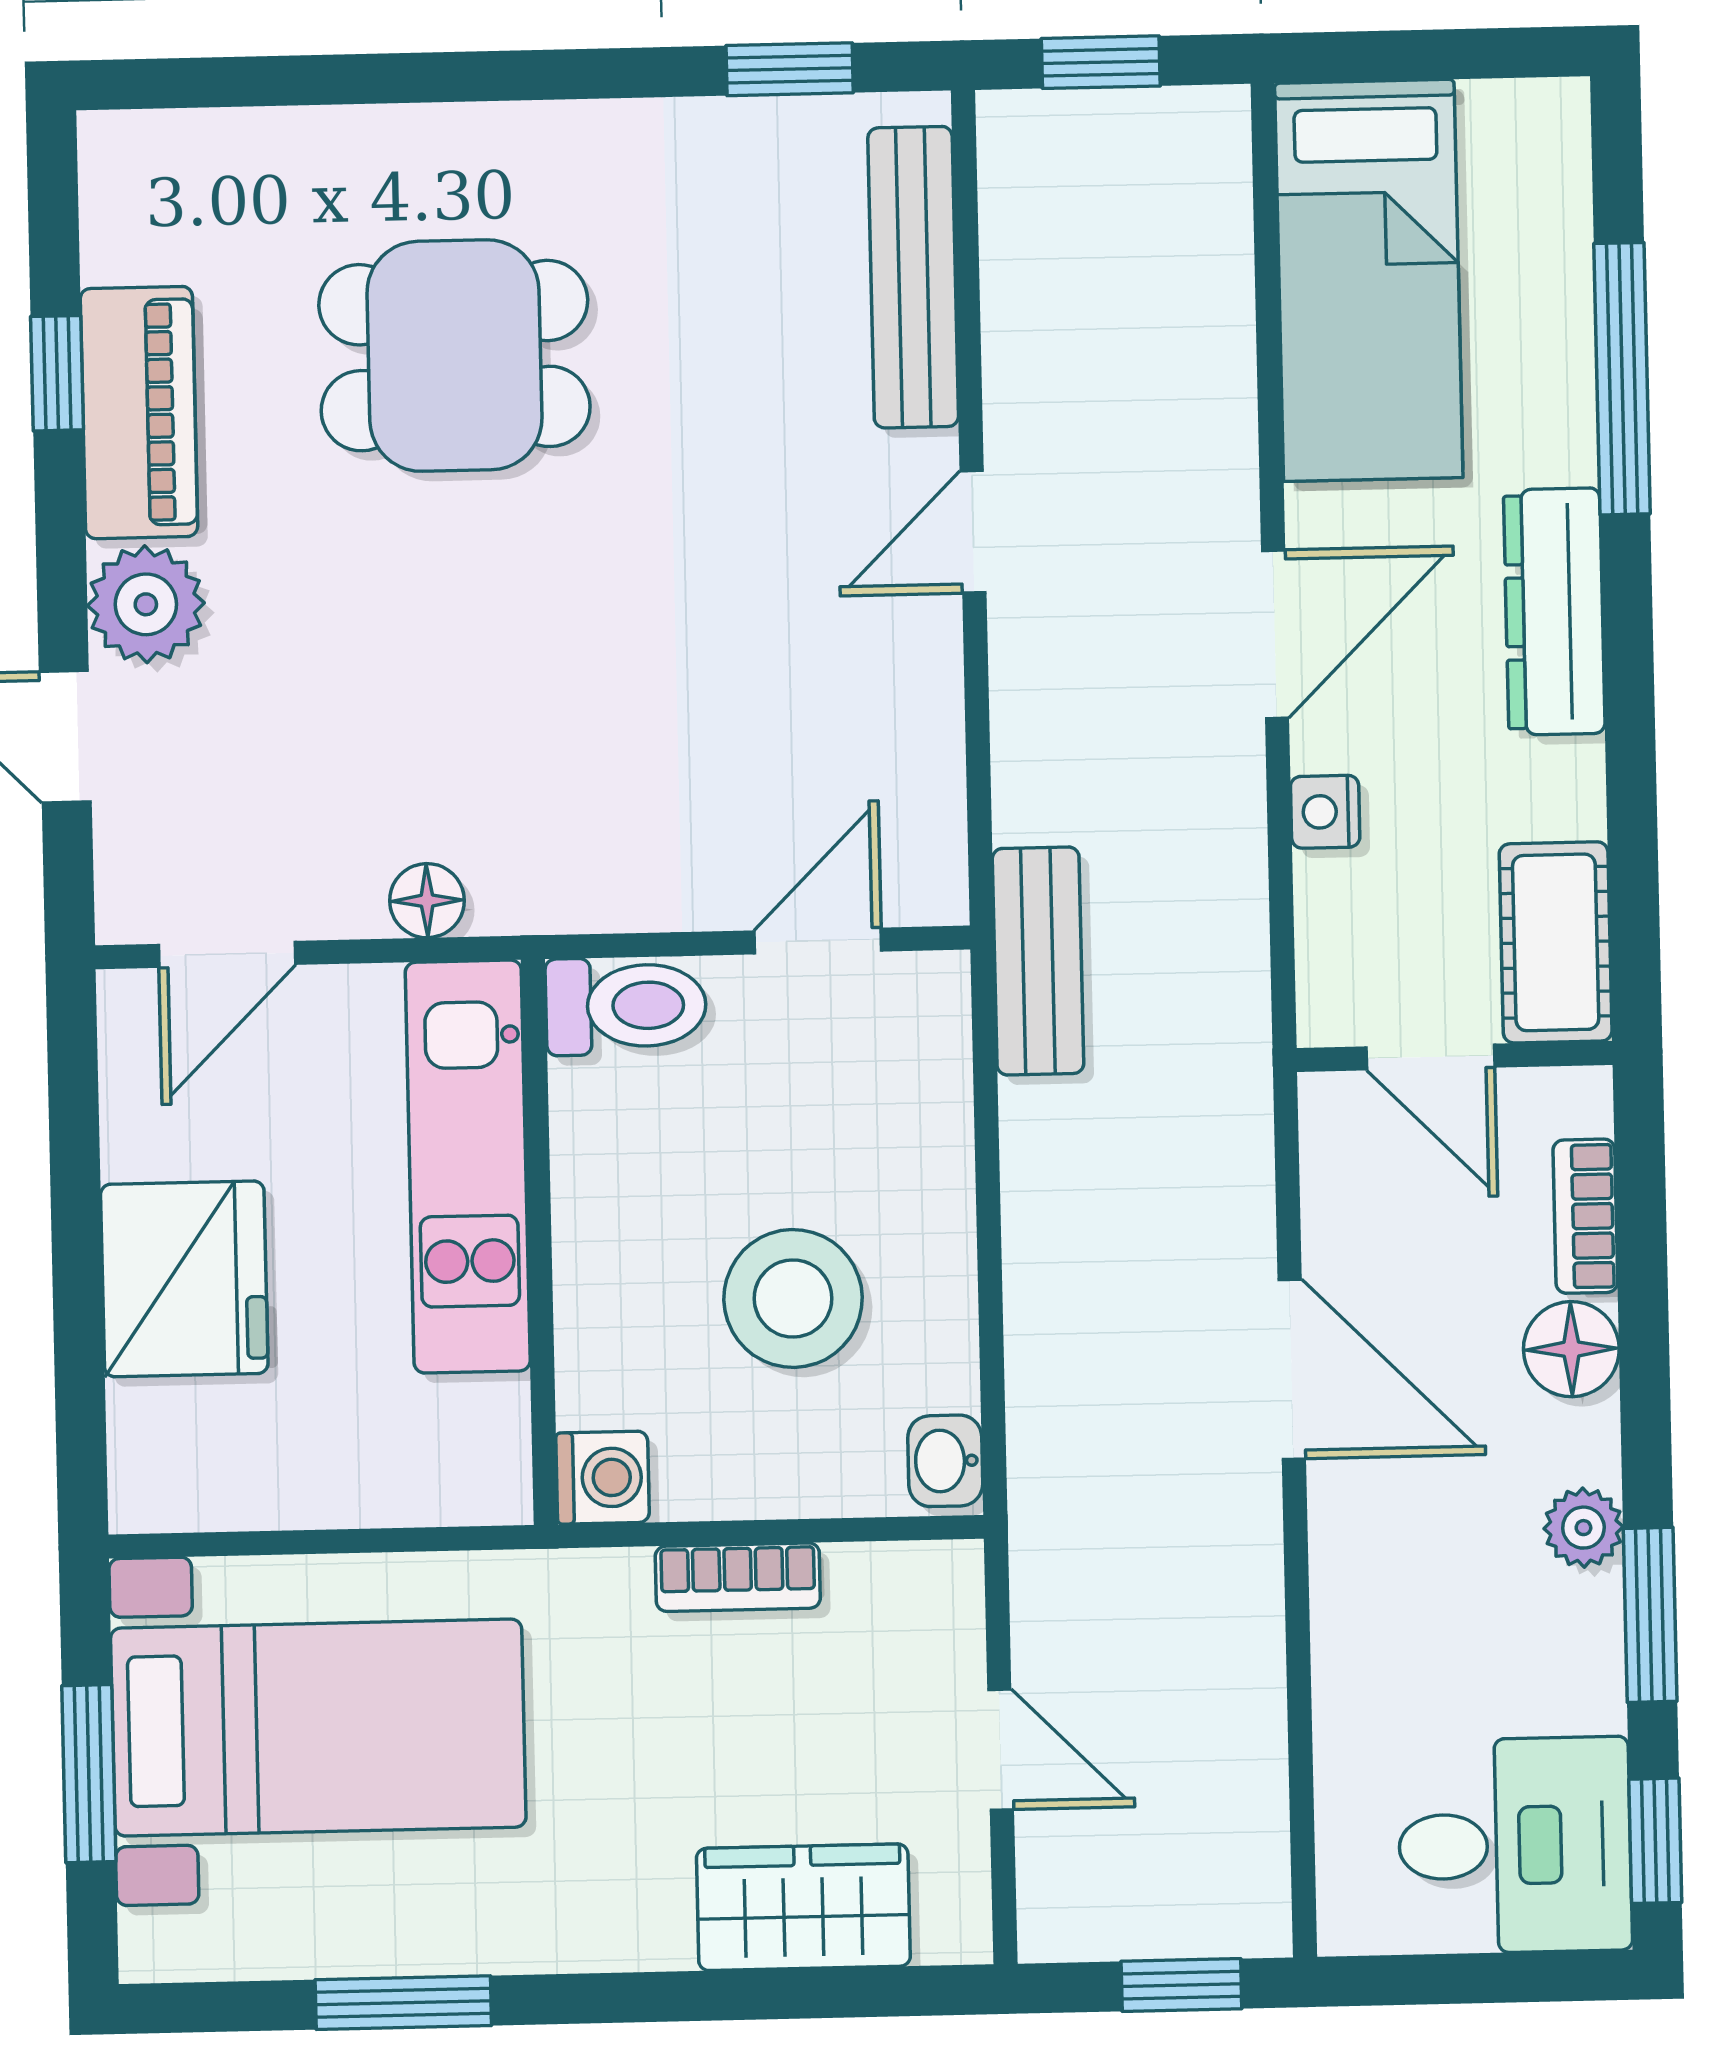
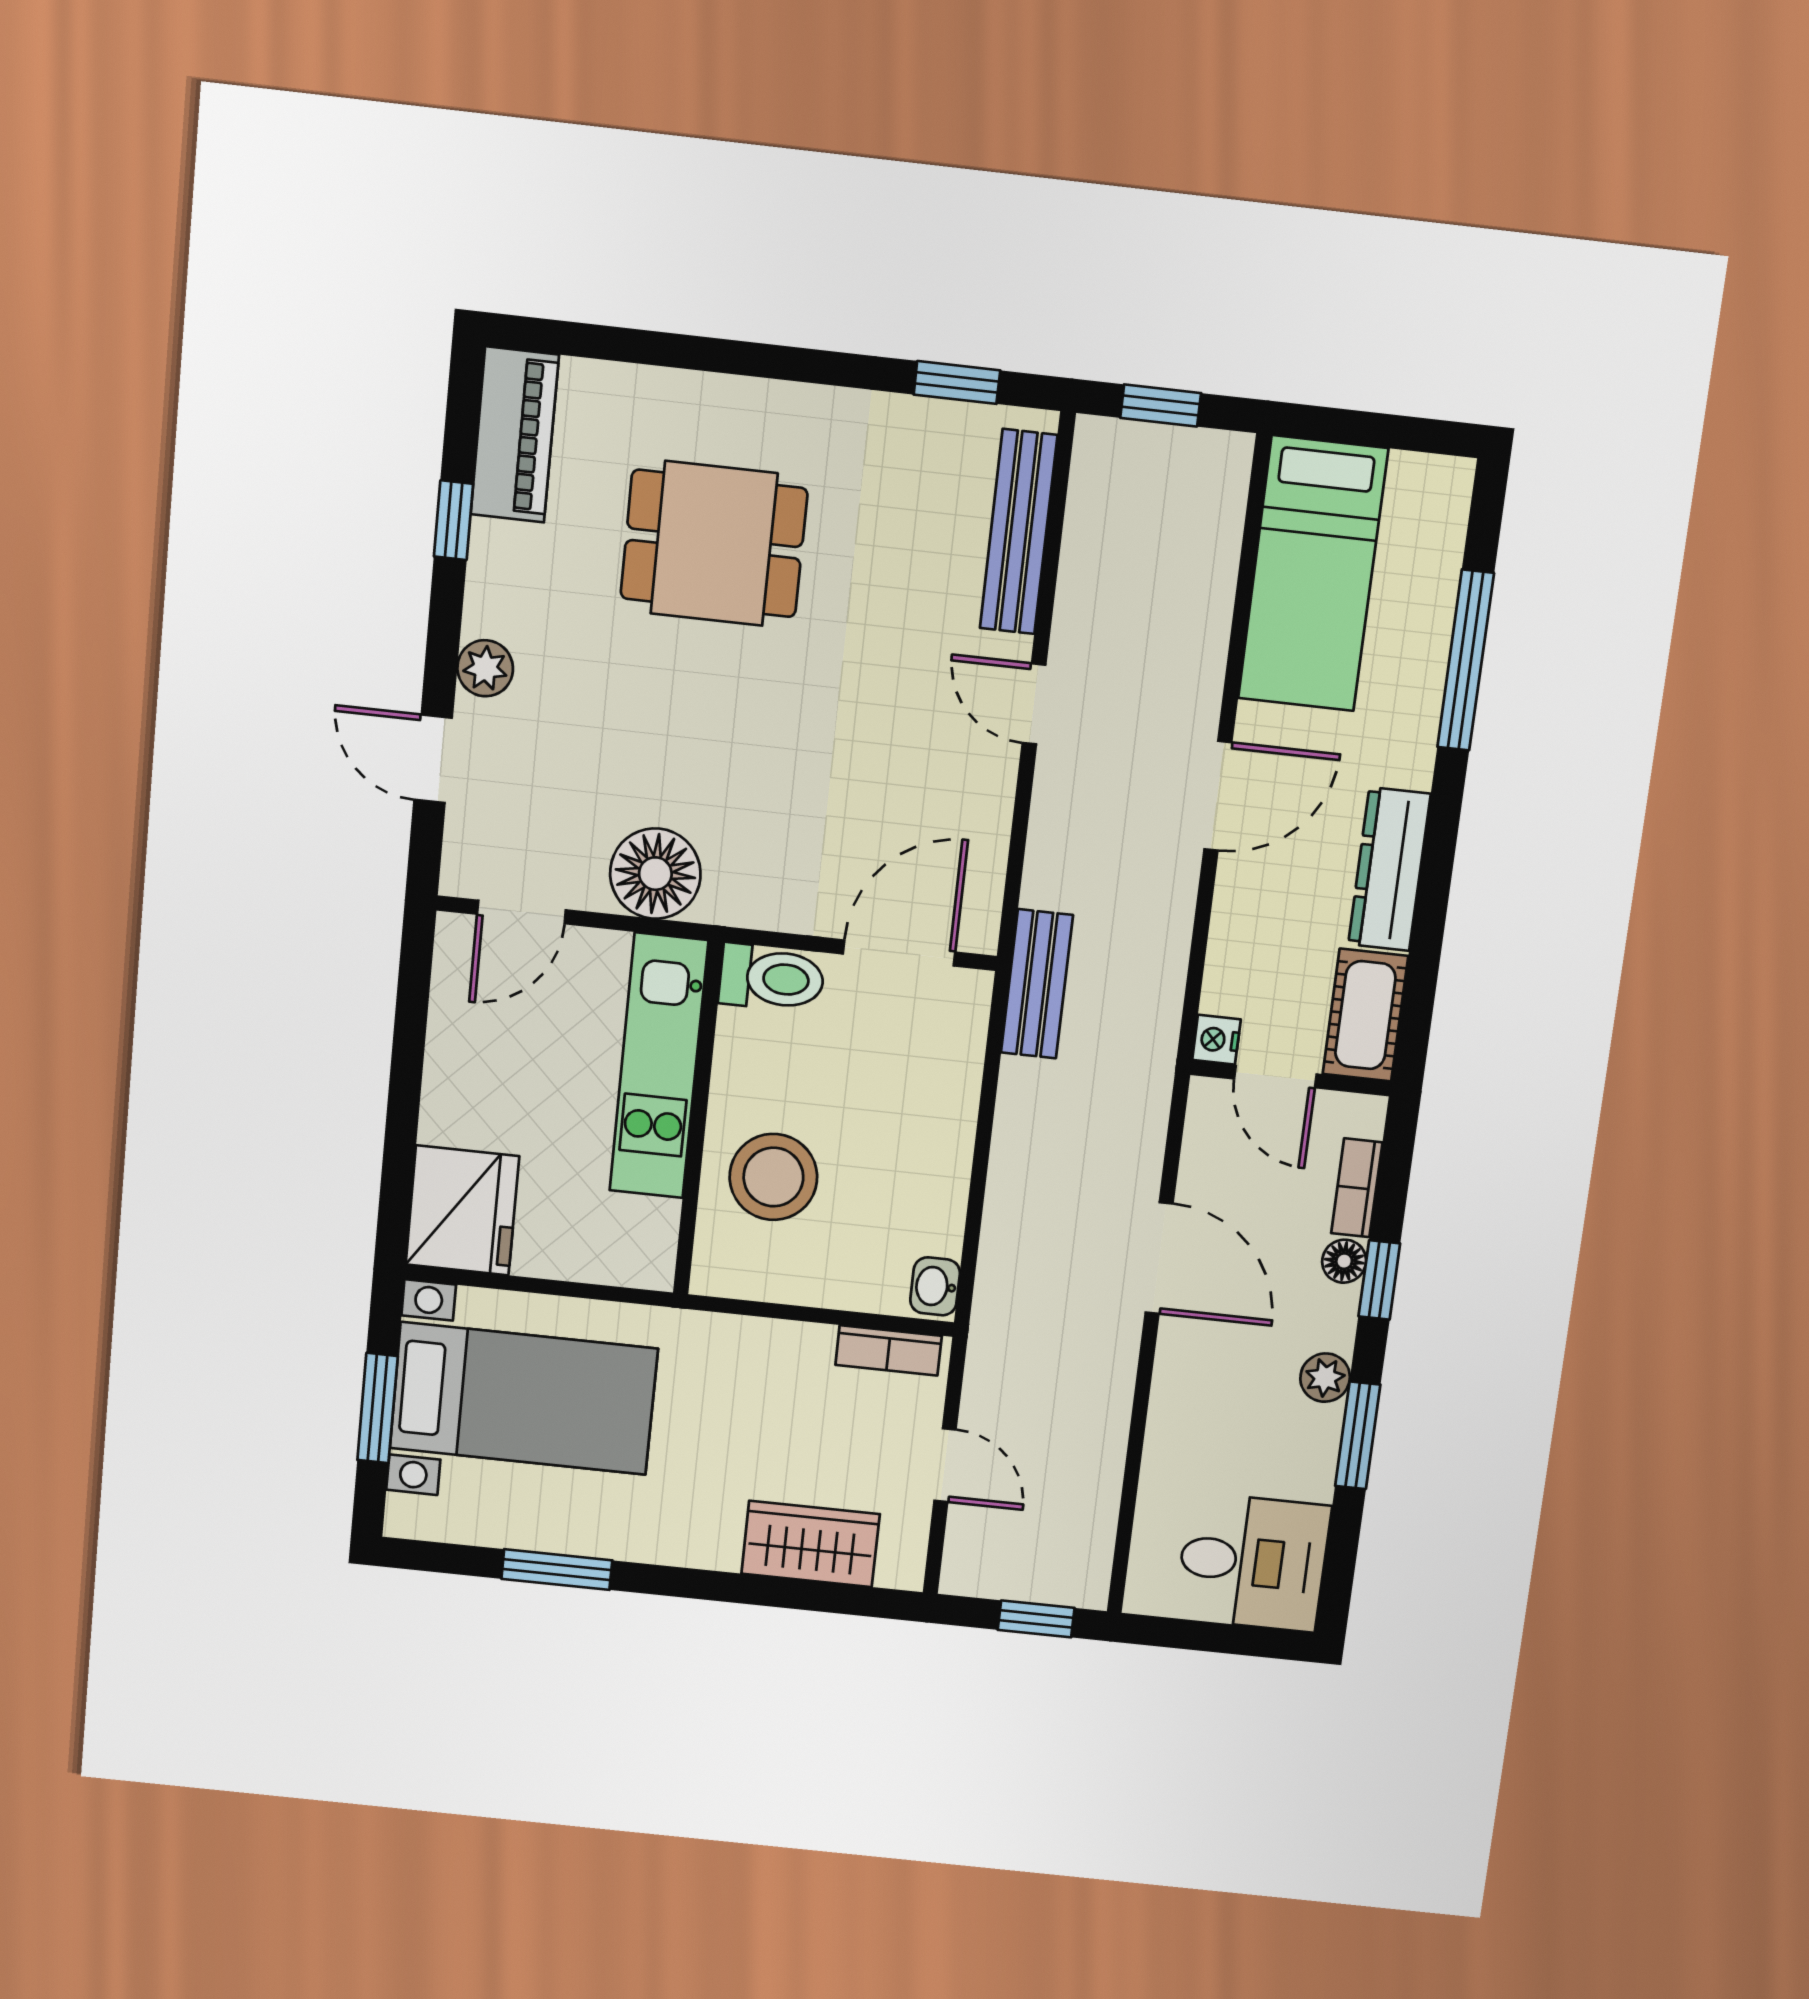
piano: (139, 413) -> (515, 435), moved
door: (973, 532) -> (1034, 704), hinge flipped
plant: (146, 604) -> (485, 668), width x0.73, depth x0.73
dresser: (1554, 612) -> (1389, 869), moved
nightstand: (1325, 812) -> (1216, 1040), moved
floor lamp: (427, 901) -> (655, 874), width x1.89, depth x1.89
door: (818, 941) -> (899, 953), width x1.38
fridge: (184, 1279) -> (462, 1210), moved
stool: (793, 1298) -> (773, 1177), moved
floor lamp: (1571, 1349) -> (1344, 1261), width x0.73, depth x0.73
washing machine: (603, 1478) -> (720, 1269), removed
bookcase: (738, 1577) -> (889, 1350), moved
window: (1655, 1841) -> (1379, 1280), moved

